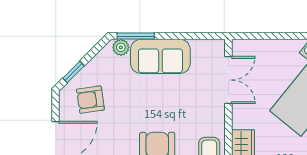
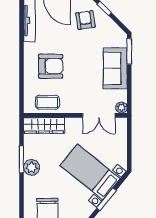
plant: (121, 47) -> (121, 108), moved

